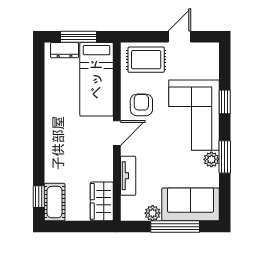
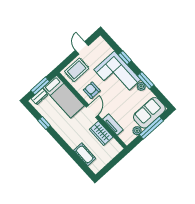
window: (39, 197) -> (44, 123), moved
wardrobe: (102, 201) -> (101, 133), moved
cot: (55, 202) -> (85, 154), moved

